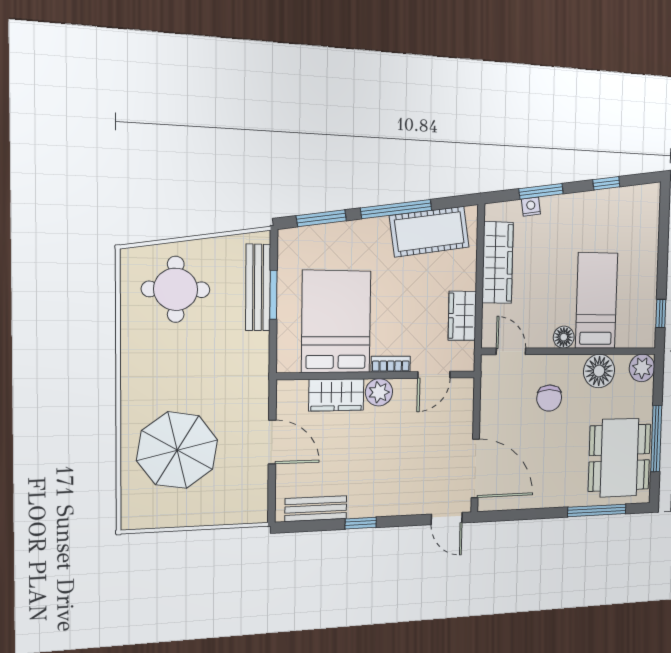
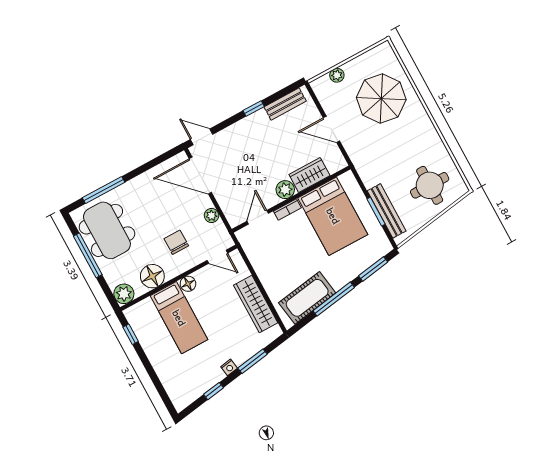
nightstand: (531, 207) -> (229, 367), moved
wardrobe: (462, 316) -> (260, 261), removed
plant: (489, 409) -> (212, 215), added
plant: (223, 514) -> (337, 75), added

